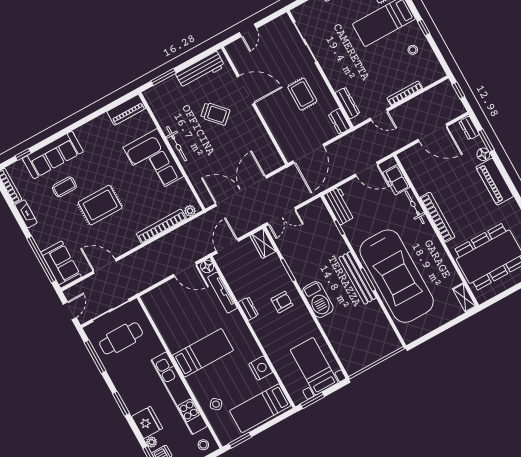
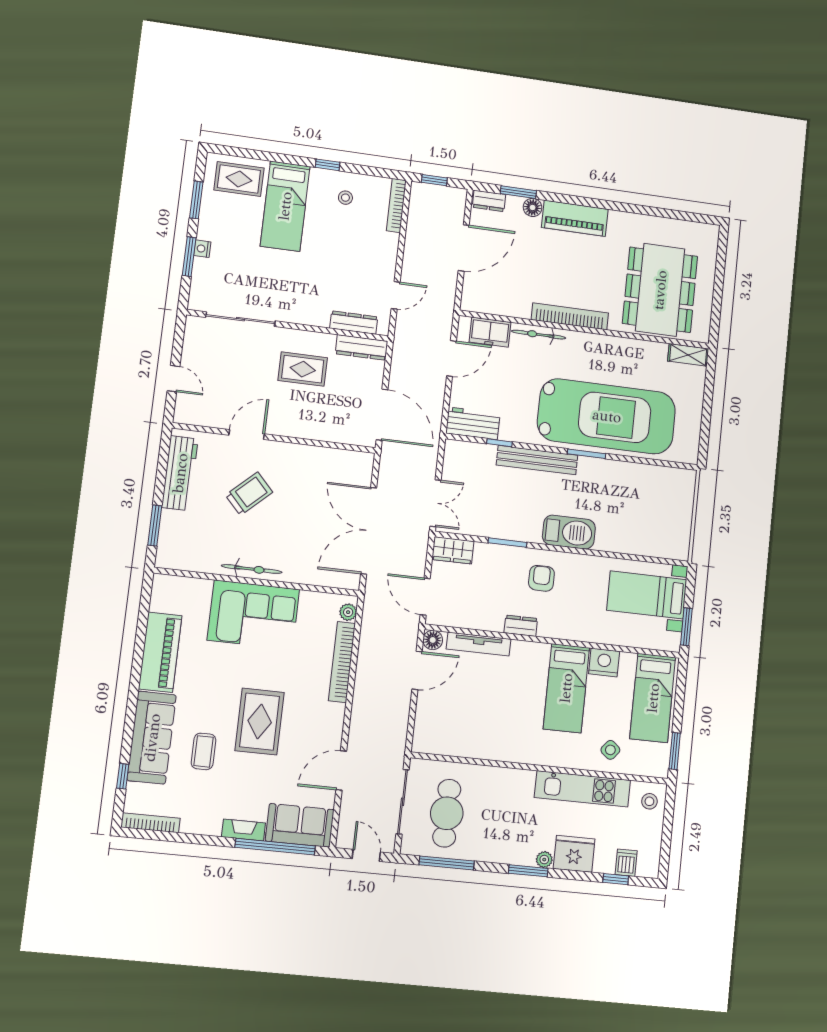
door: (246, 90) -> (247, 434), width x0.73
bookcase: (405, 93) -> (396, 205), moved
piano: (126, 110) -> (160, 652), moved, width x1.37, depth x1.33
dresser: (339, 121) -> (362, 347), width x1.44
fireplace: (26, 214) -> (243, 830), moved
bench: (357, 278) -> (537, 460), moved
bed: (203, 353) -> (566, 688), moved, turned 180
kitchen unit: (179, 393) -> (582, 789), width x0.73
plant: (152, 442) -> (544, 860), moved

